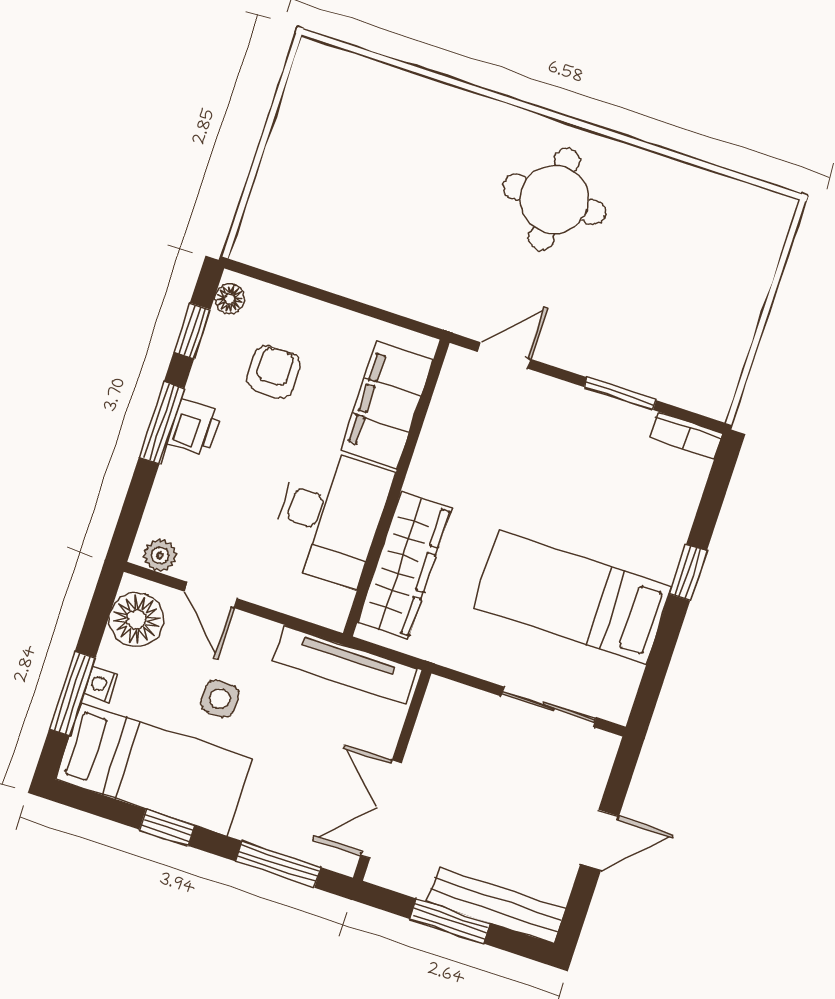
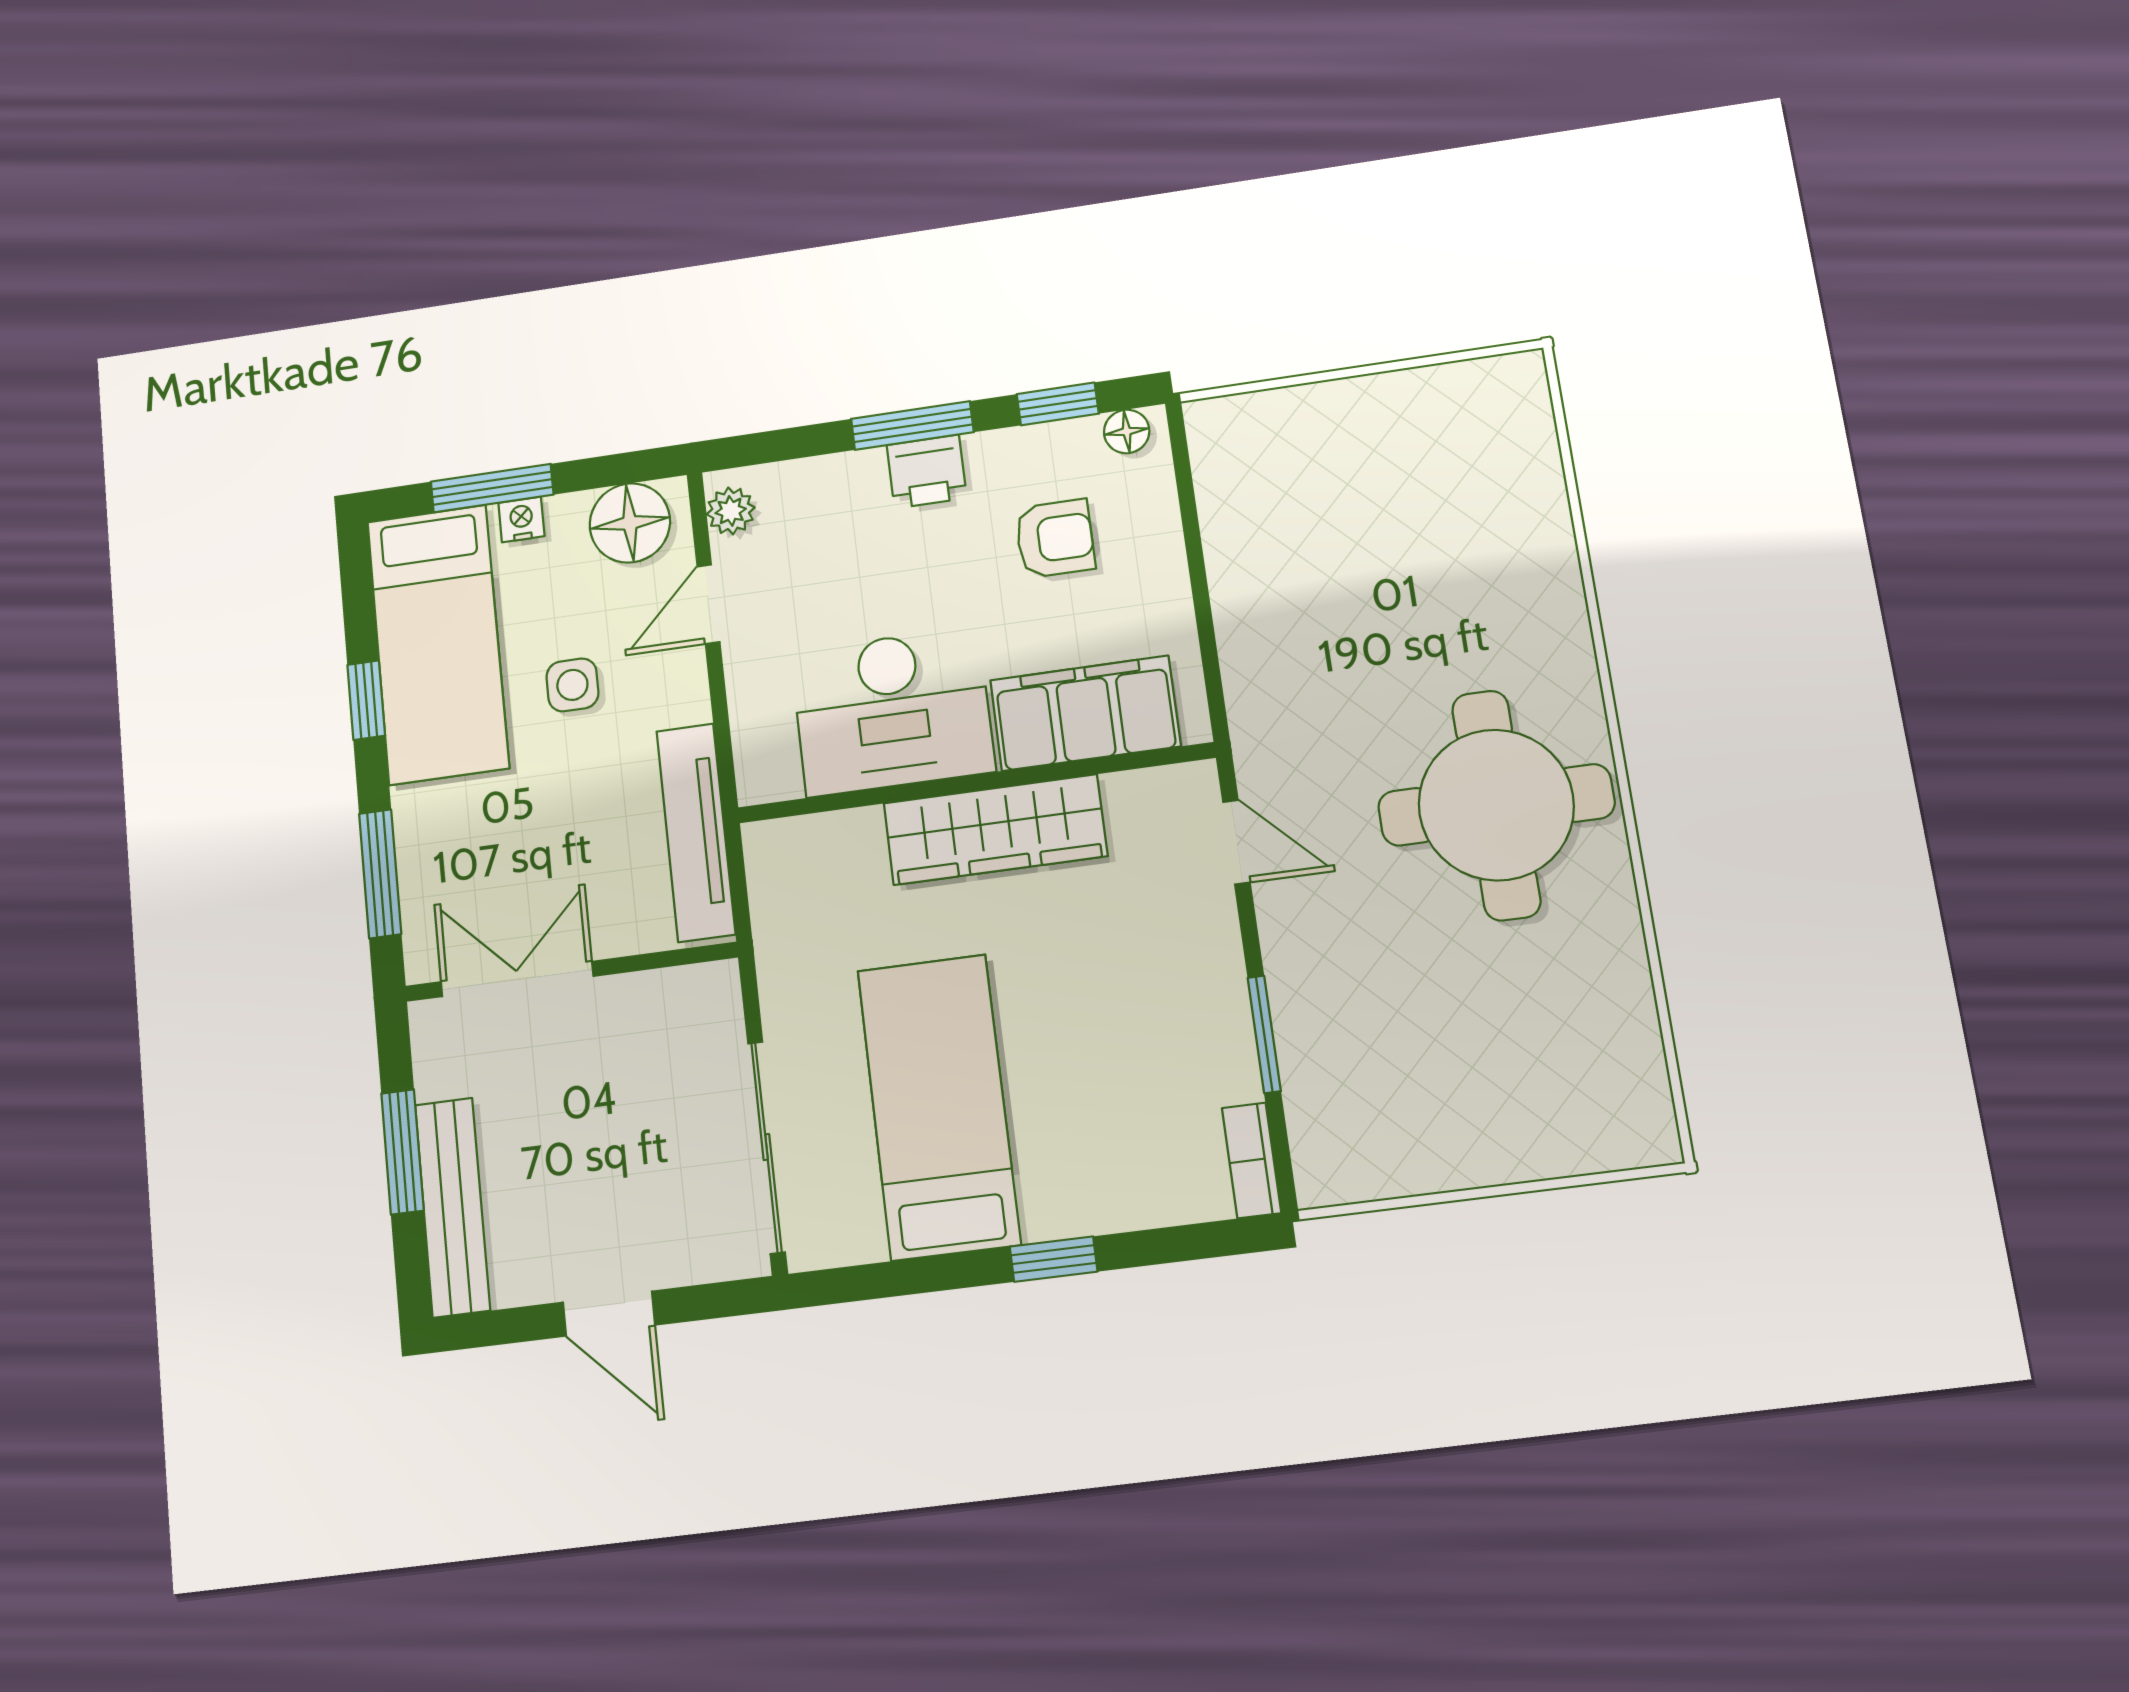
round table: (554, 199) -> (1496, 805), width x1.36, depth x1.36
wardrobe: (404, 565) -> (995, 830), moved
sliding door: (548, 707) -> (766, 1147), width x1.37

